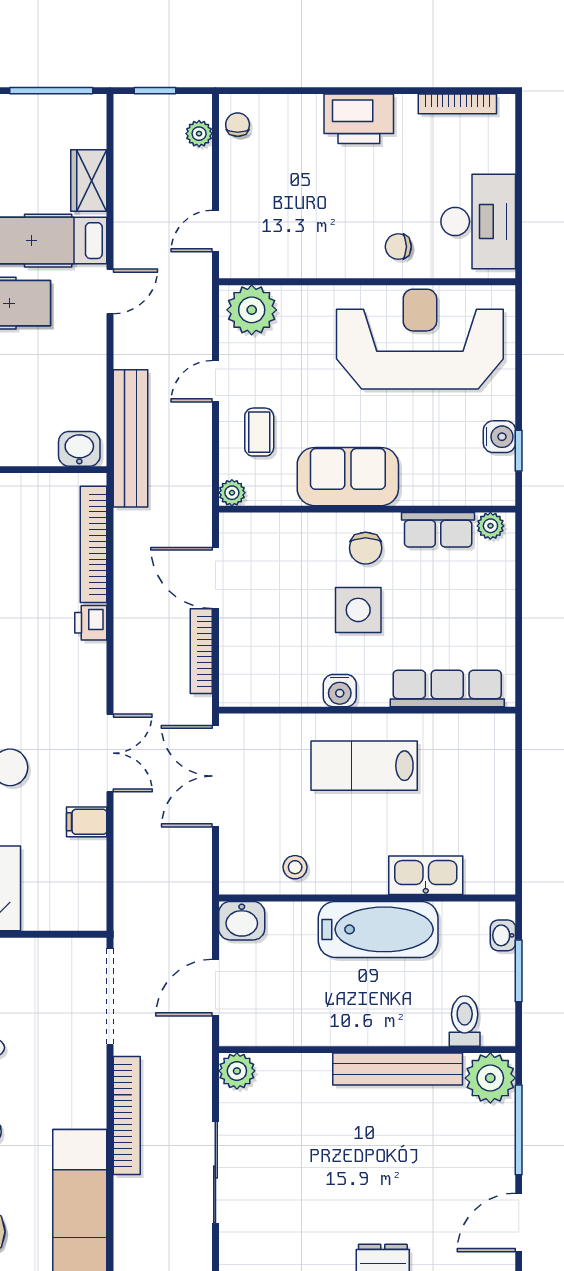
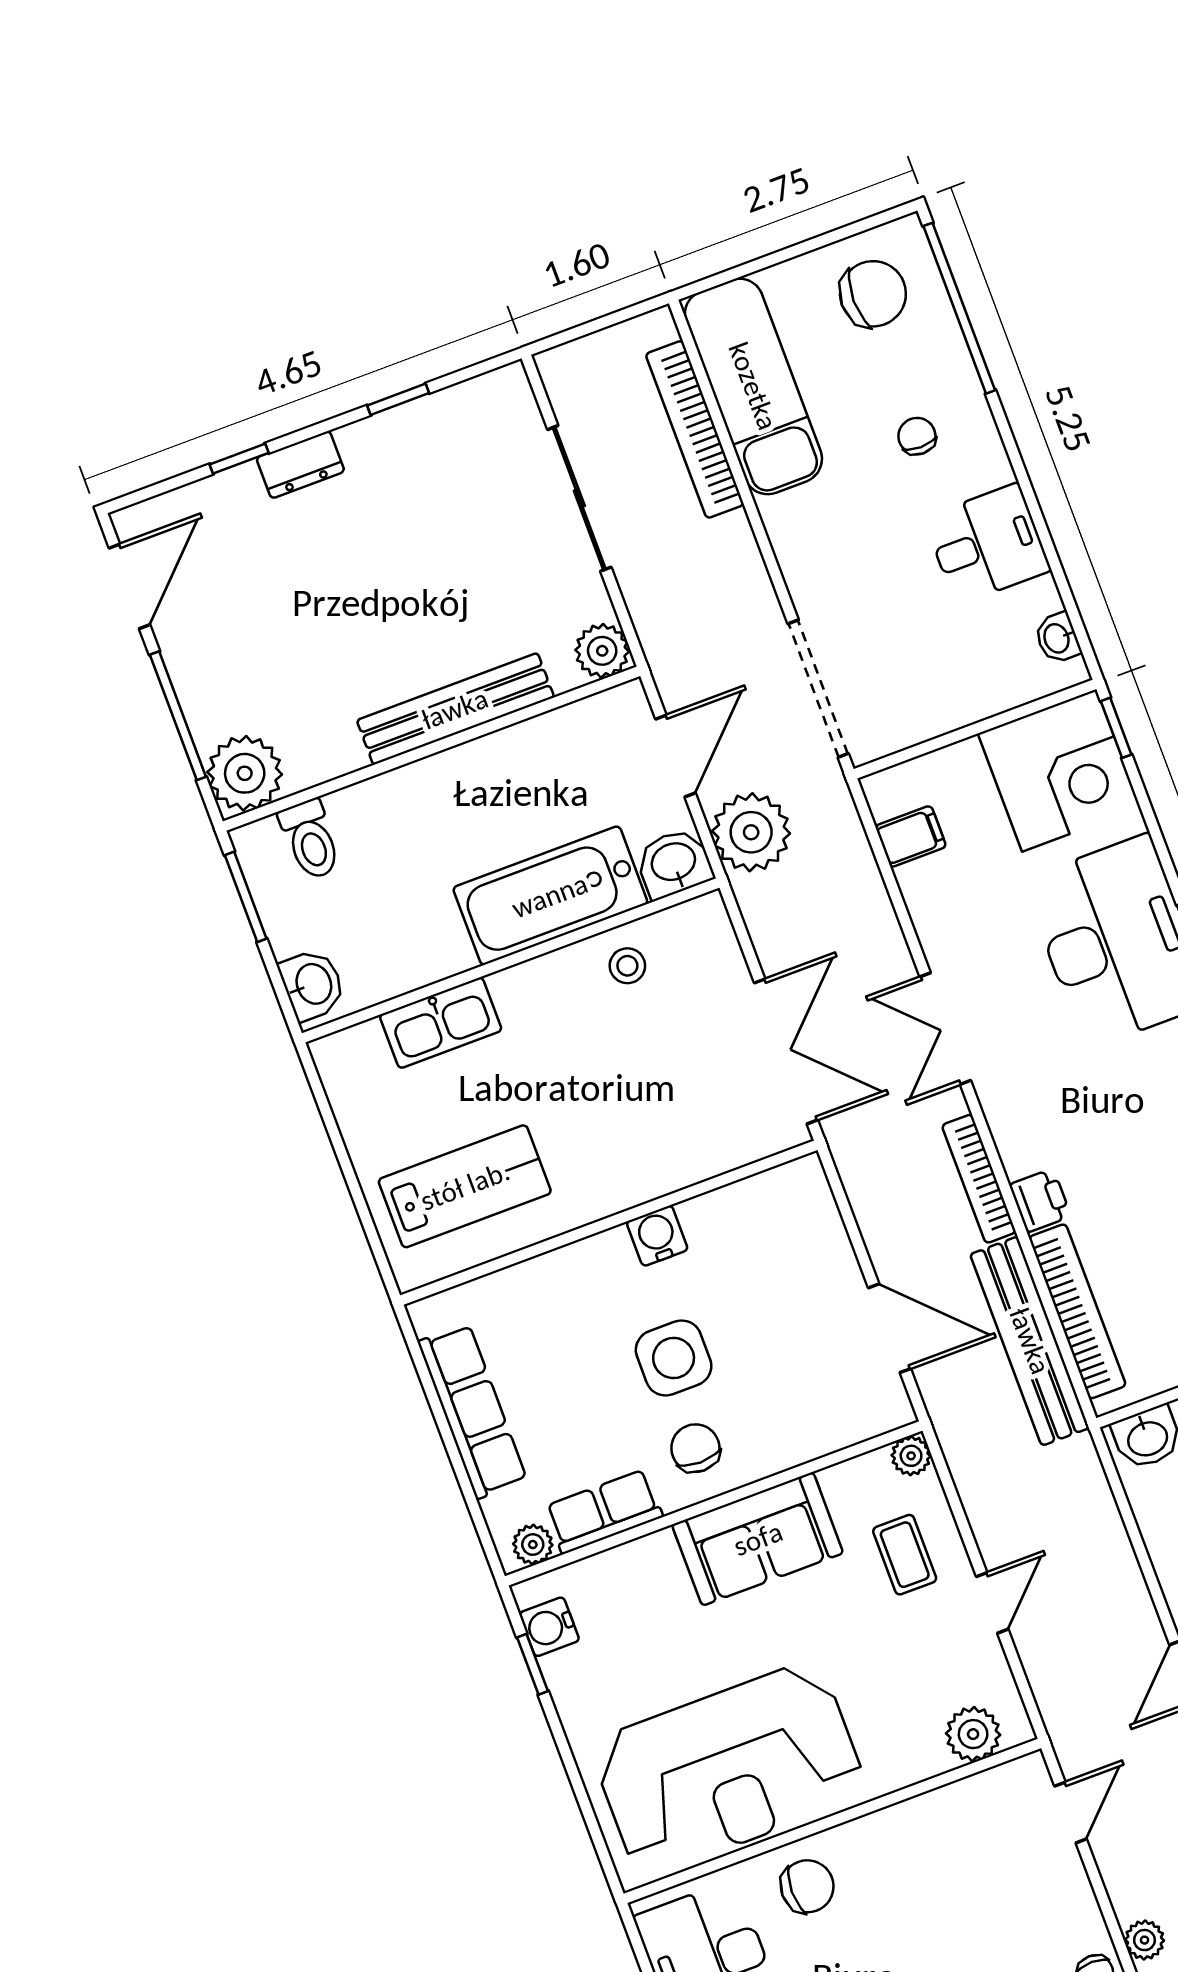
chair: (398, 247) -> (807, 1886), width x1.37, depth x1.37
plant: (252, 310) -> (973, 1734), width x0.73, depth x0.73
water cooler: (499, 437) -> (549, 1627), moved
bench: (130, 438) -> (1030, 1341), moved
bookcase: (201, 651) -> (979, 1179), moved, turned 180
row of seats: (447, 688) -> (472, 1411), moved, turned -90
lab bench: (364, 766) -> (465, 1186), moved
filing cabinet: (87, 822) -> (911, 836), moved
plant: (186, 922) -> (751, 832), added
bathtub: (378, 929) -> (550, 896), moved
washbasin: (503, 935) -> (312, 984), width x1.38, depth x1.45
window: (519, 971) -> (246, 897), moved
bench: (398, 1069) -> (455, 709), moved
bookcase: (127, 1115) -> (695, 429), moved

